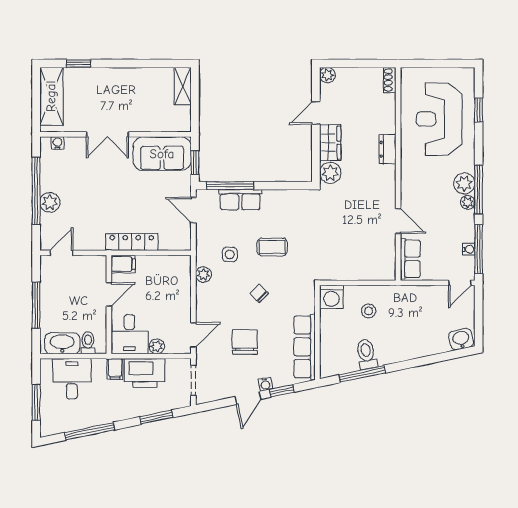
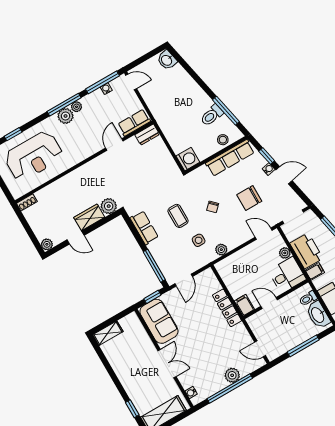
dresser: (388, 149) -> (147, 135), moved
row of seats: (240, 200) -> (144, 228), moved
stool: (369, 311) -> (223, 140), moved

